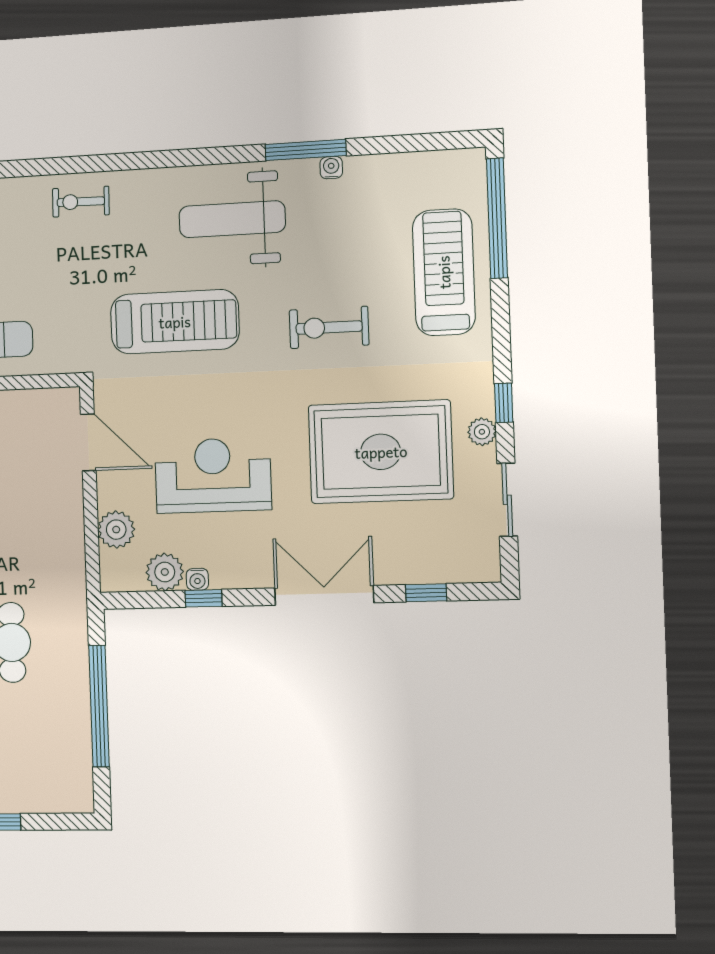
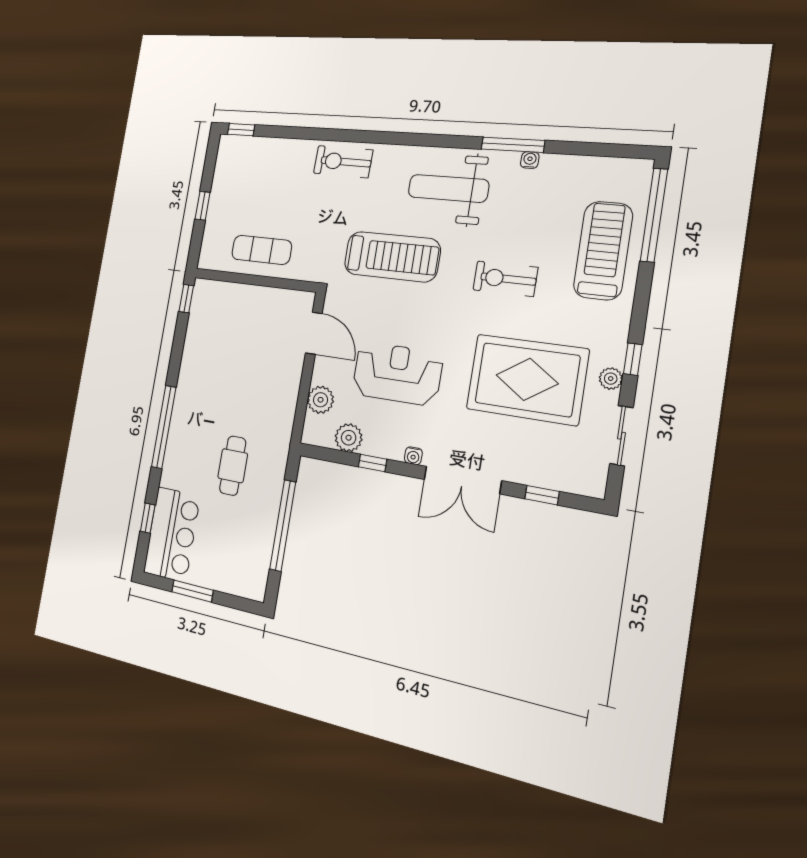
exercise bike: (81, 202) -> (343, 162), width x1.38, depth x1.39
water cooler: (197, 579) -> (413, 456), moved
double door: (324, 595) -> (462, 480), swing flipped

